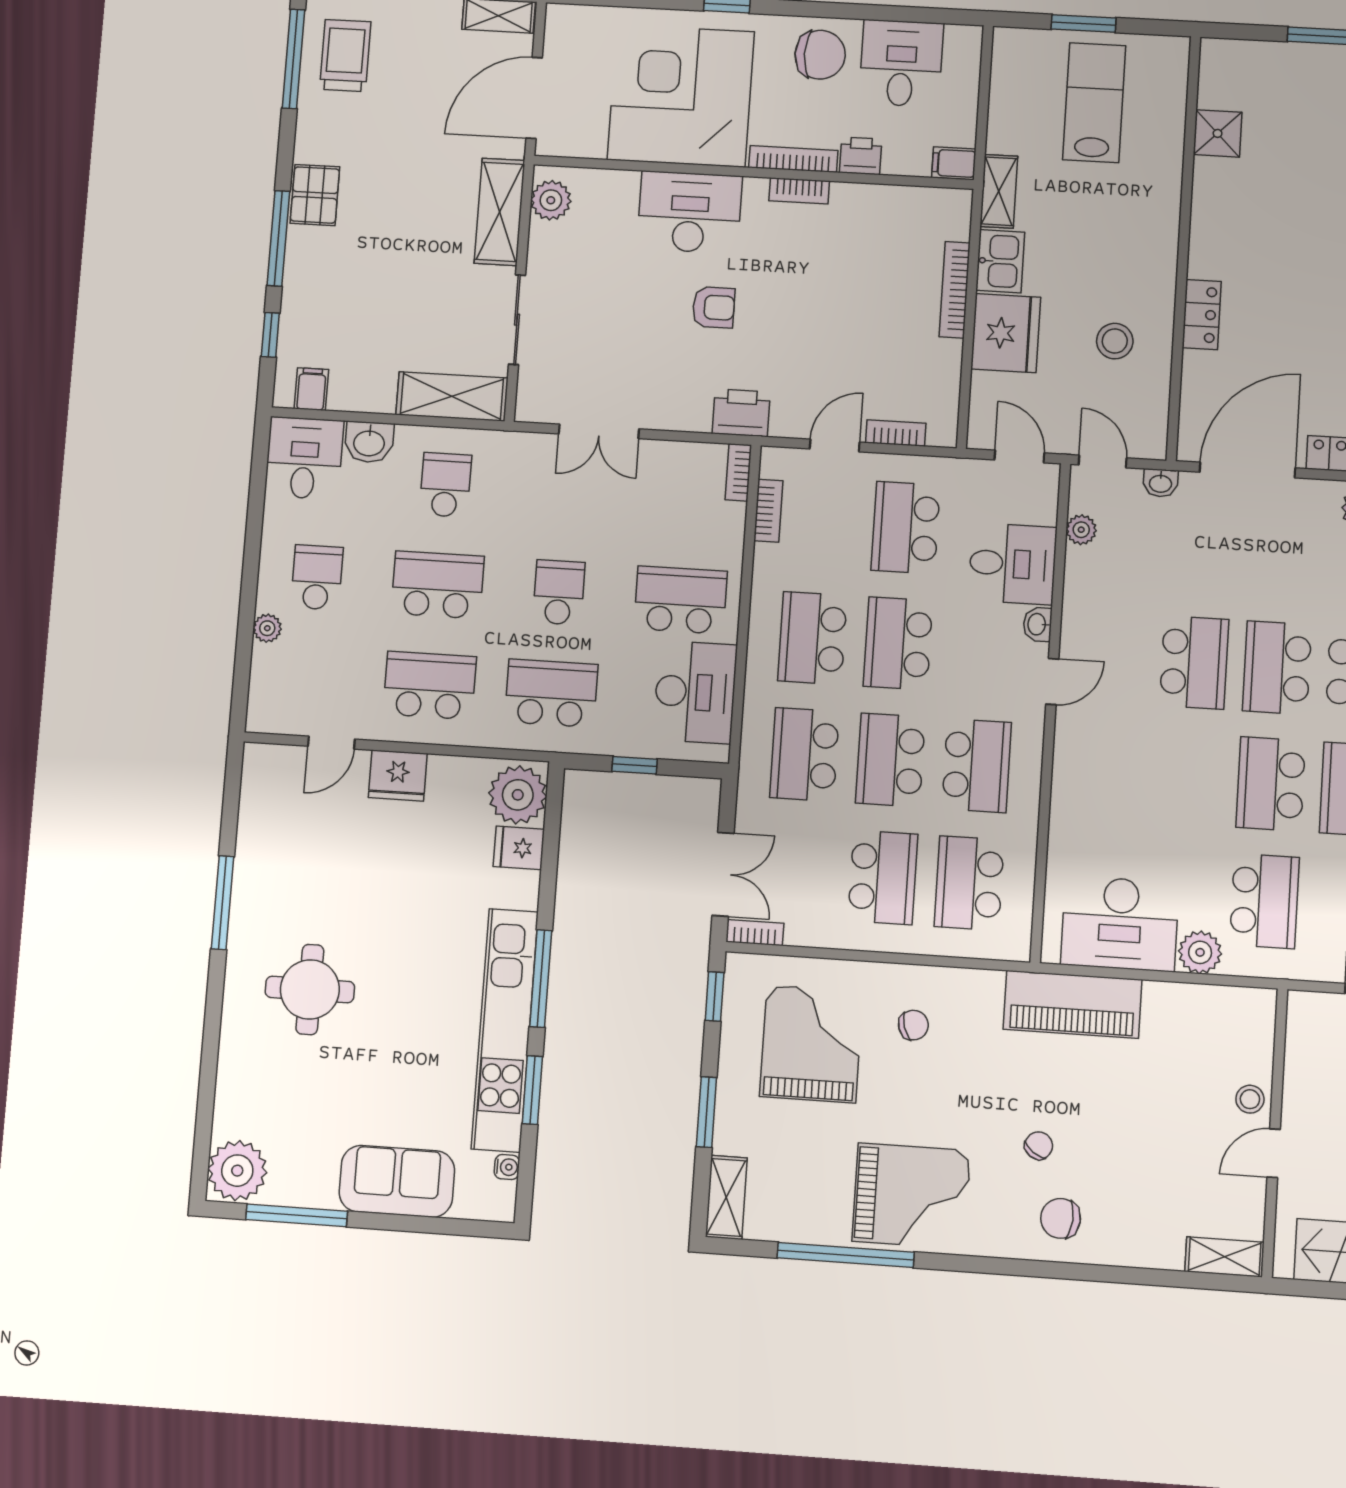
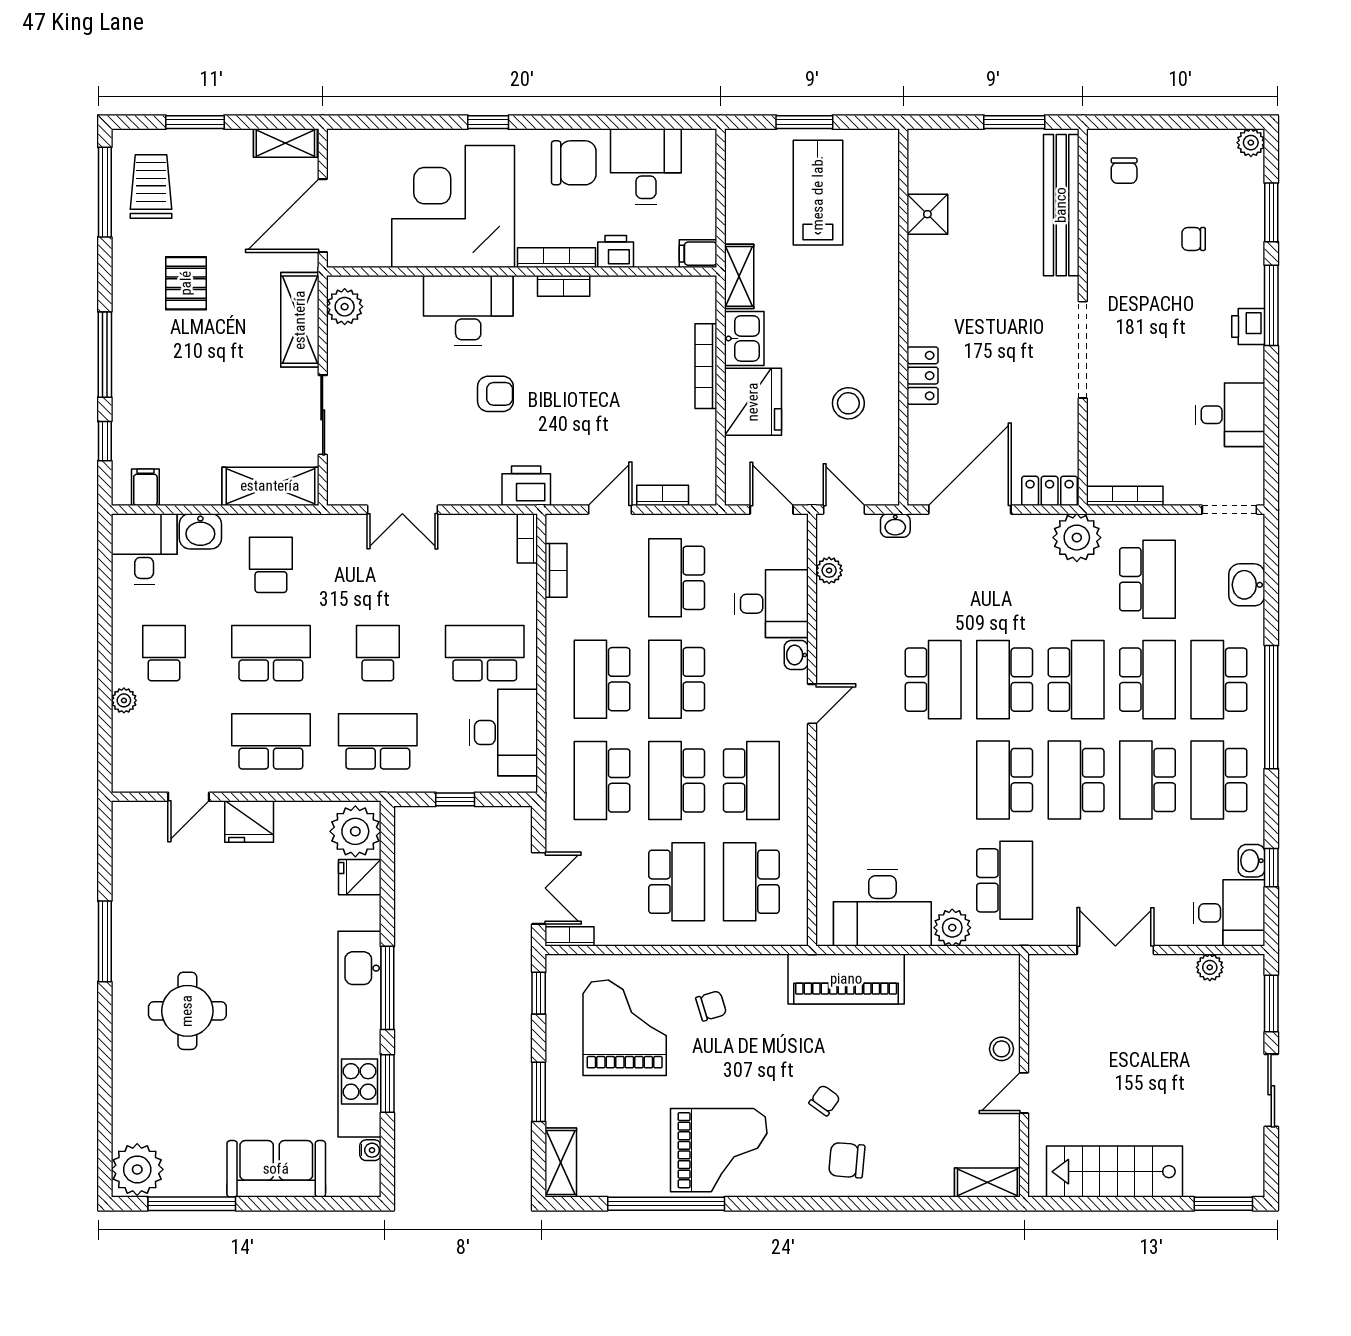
pallet: (315, 195) -> (186, 283), moved

